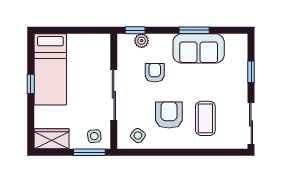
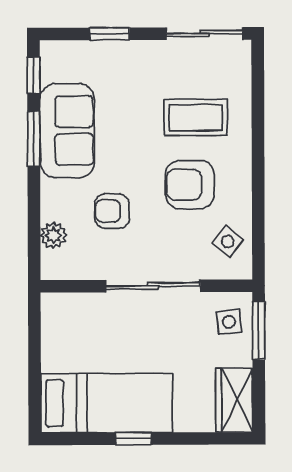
window: (135, 30) -> (34, 75), moved

